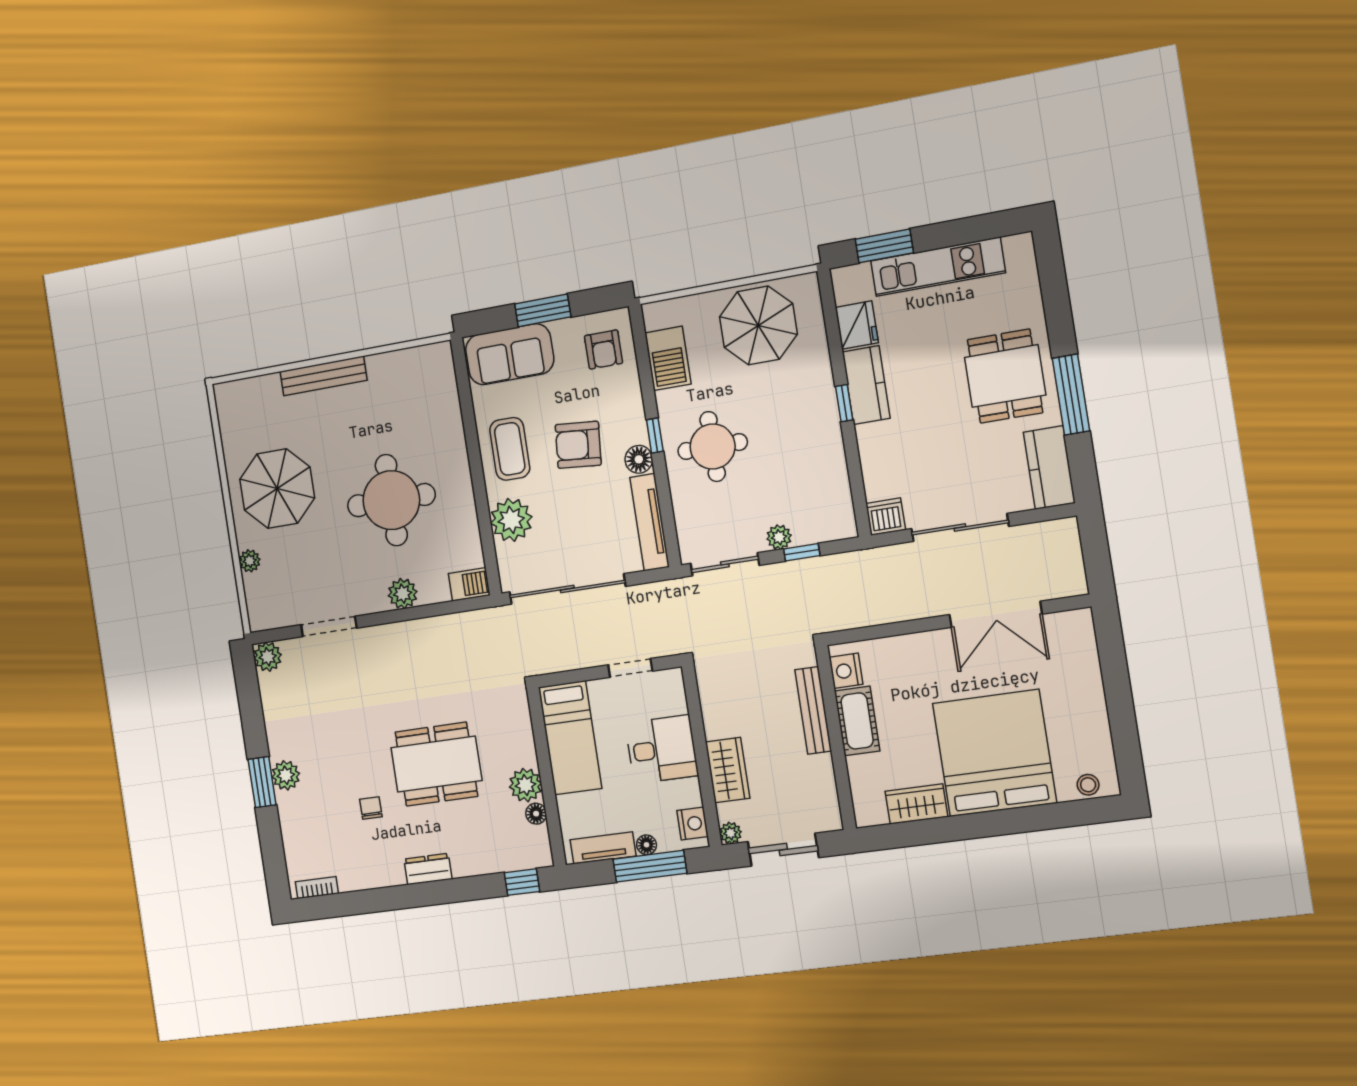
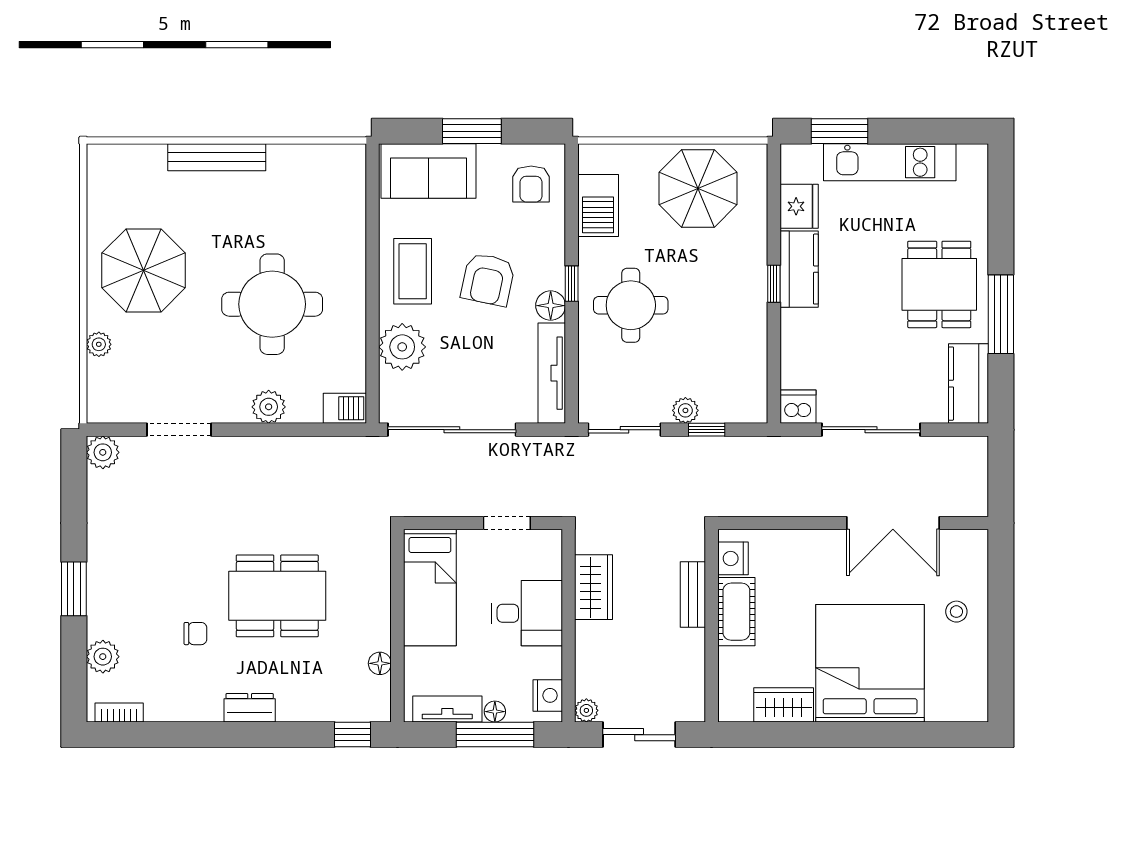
armchair: (578, 445) -> (488, 279), turned -83
bench: (813, 710) -> (693, 594), width x0.73
wardrobe: (727, 770) -> (594, 587), moved
plant: (286, 775) -> (103, 657), moved
plant: (525, 785) -> (373, 631), removed
stool: (1088, 785) -> (956, 612), moved
chair: (371, 808) -> (195, 634), turned 90

